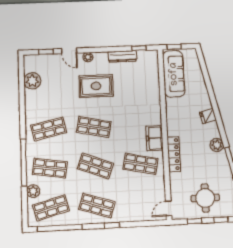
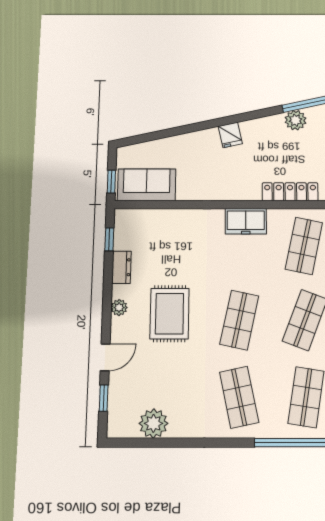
dresser: (122, 56) -> (121, 267), width x0.70
plant: (88, 57) -> (119, 308), moved
sofa: (174, 74) -> (147, 185), width x0.73
freezer: (154, 138) -> (246, 221), moved
plant: (217, 145) -> (295, 120), moved

